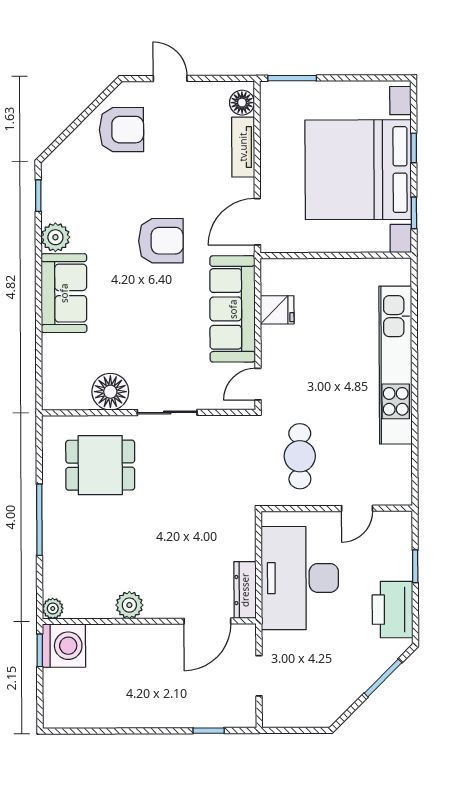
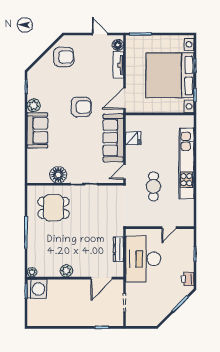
door: (170, 79) -> (100, 34), moved
cafe table: (300, 456) -> (153, 186), moved
dresser: (245, 590) -> (118, 249), moved
printer: (392, 610) -> (188, 279), width x0.53, depth x0.68

